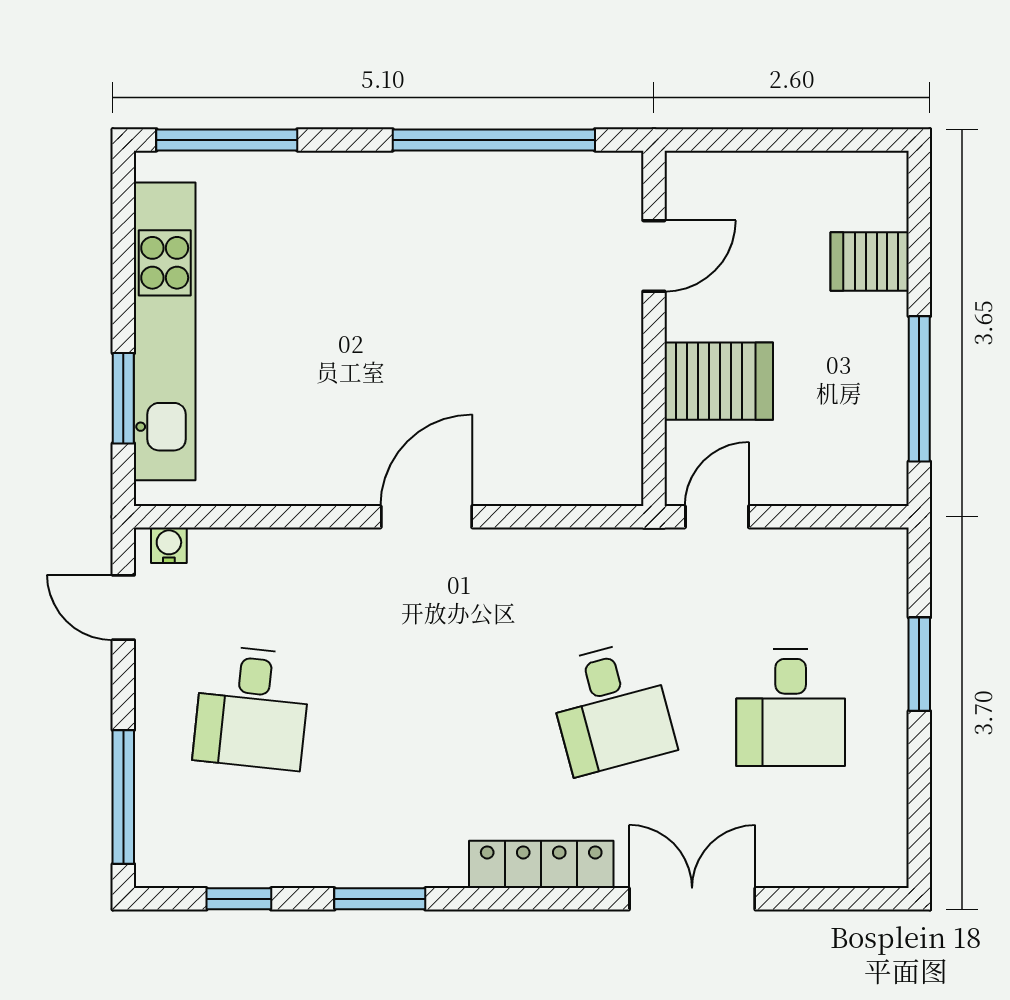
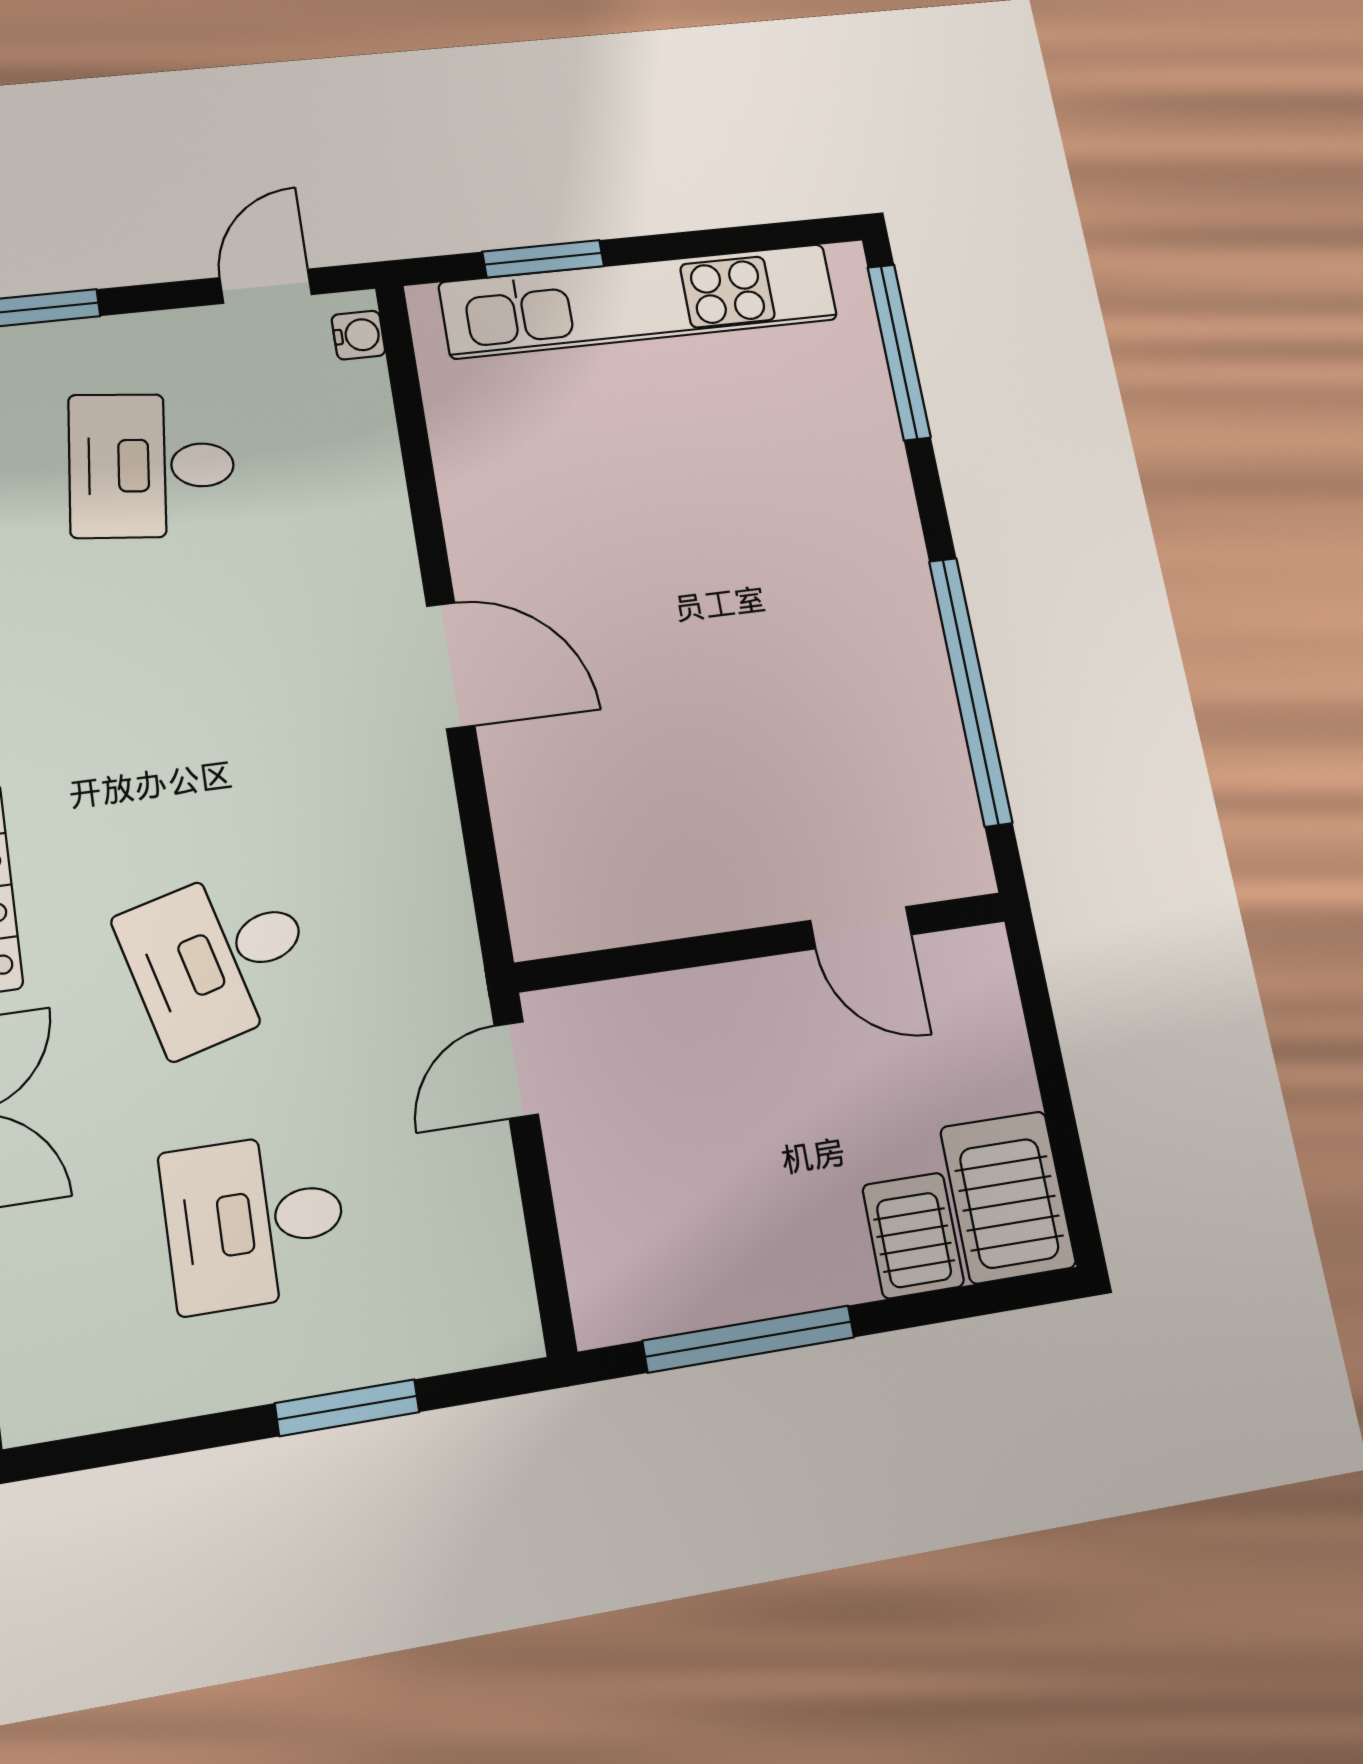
server rack: (719, 381) -> (1008, 1197), moved, turned 180
door: (717, 517) -> (516, 1070), swing flipped

